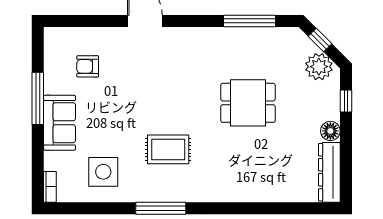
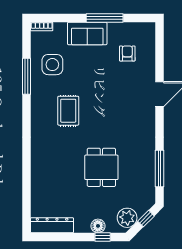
floor lamp: (330, 131) -> (98, 226), moved
window: (161, 208) -> (27, 76), moved

